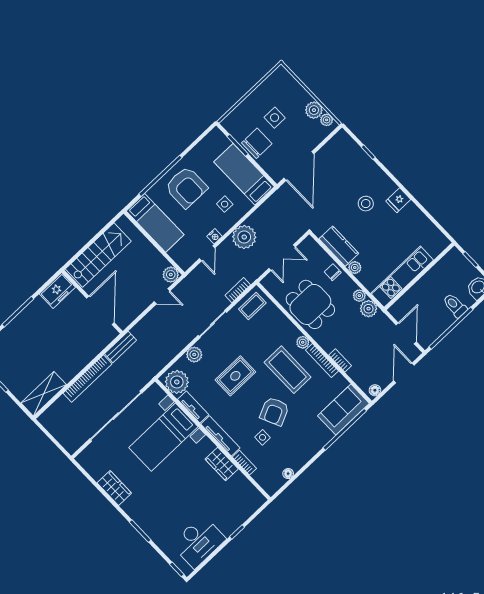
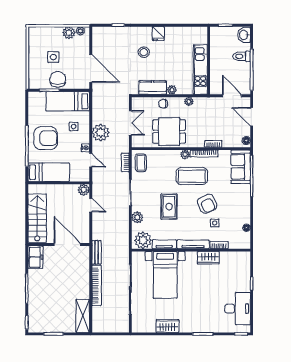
door: (162, 296) -> (91, 205), hinge flipped
plant: (369, 309) -> (200, 103), removed

